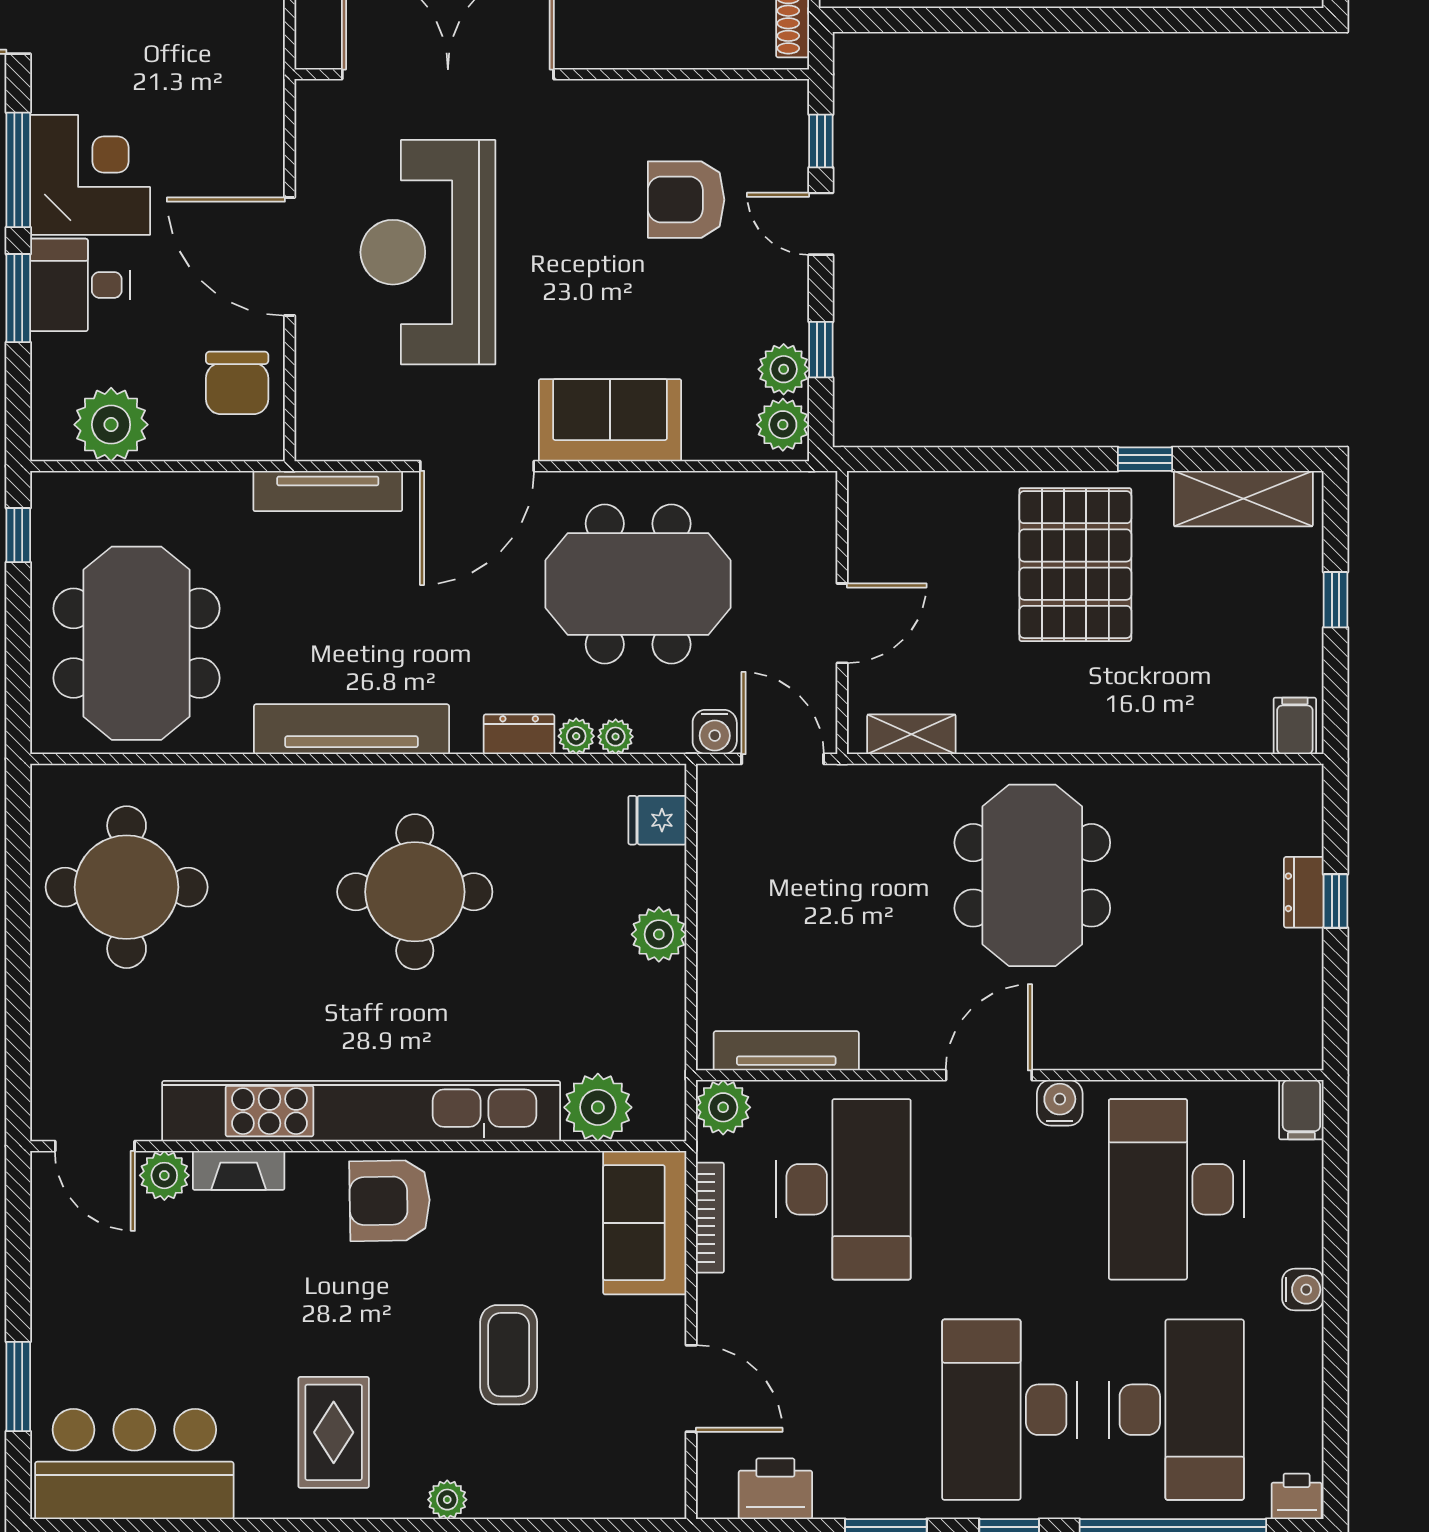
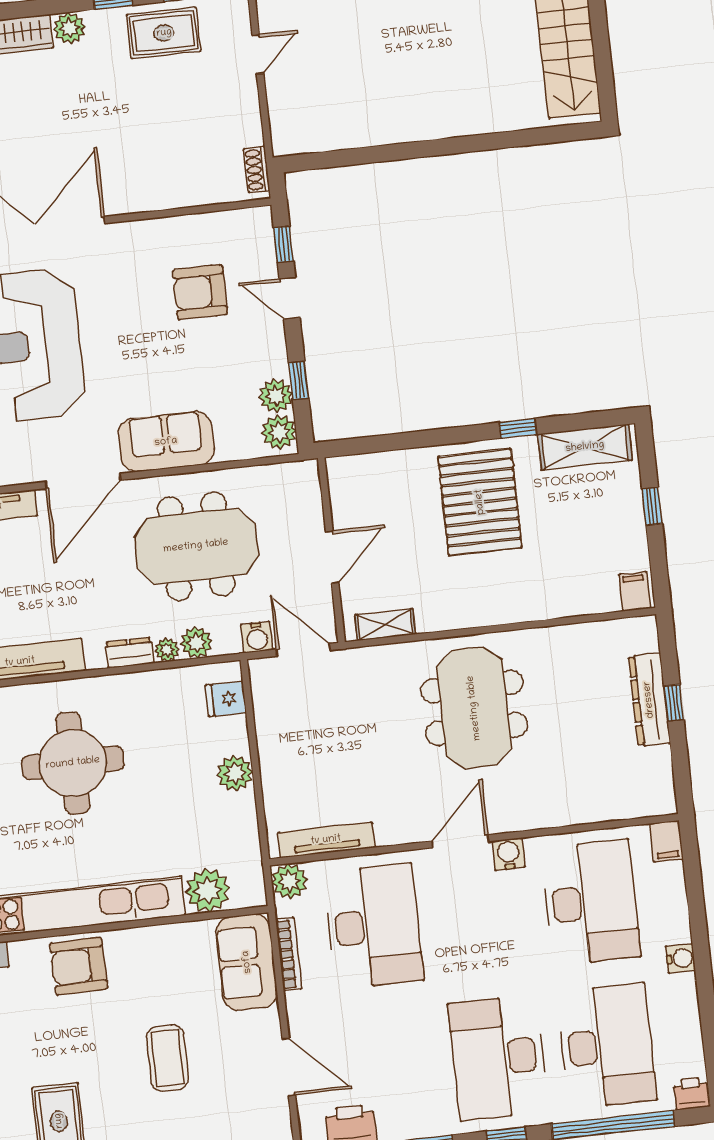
plant: (616, 737) -> (196, 643), width x1.37, depth x1.37
dresser: (1304, 892) -> (649, 700), width x1.96, depth x1.24
desk: (1176, 1189) -> (591, 902), turned 180

